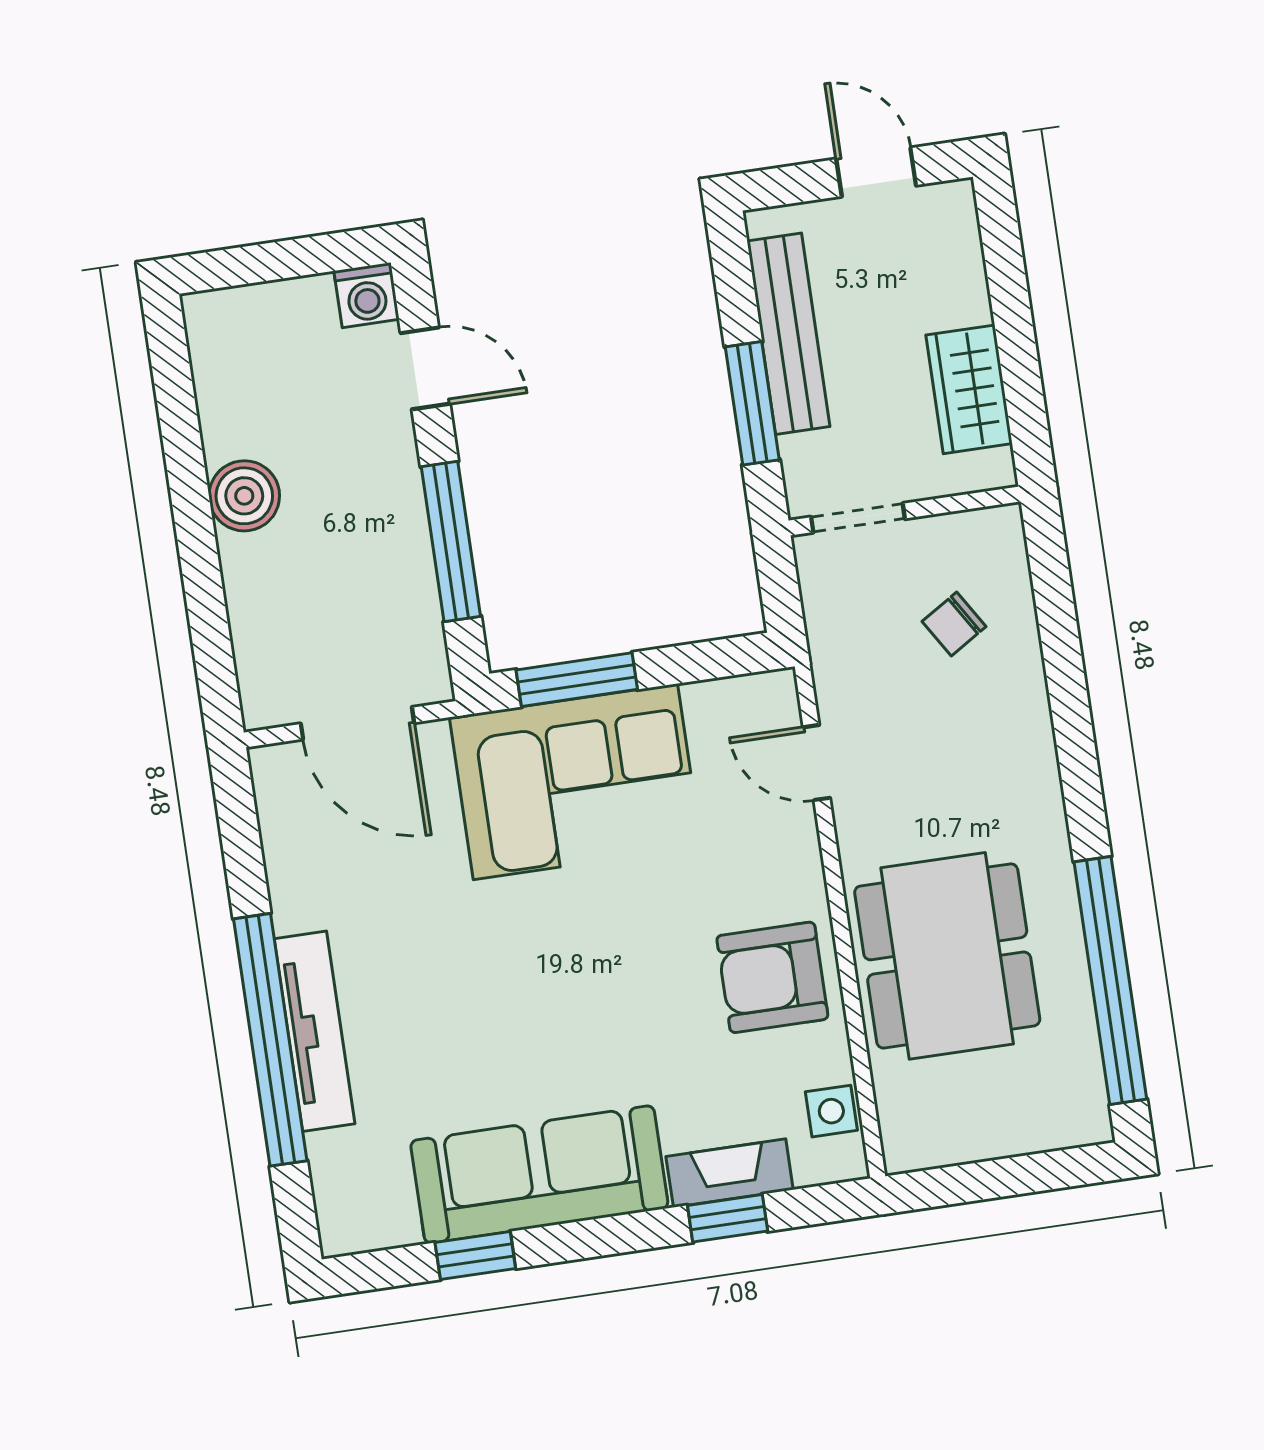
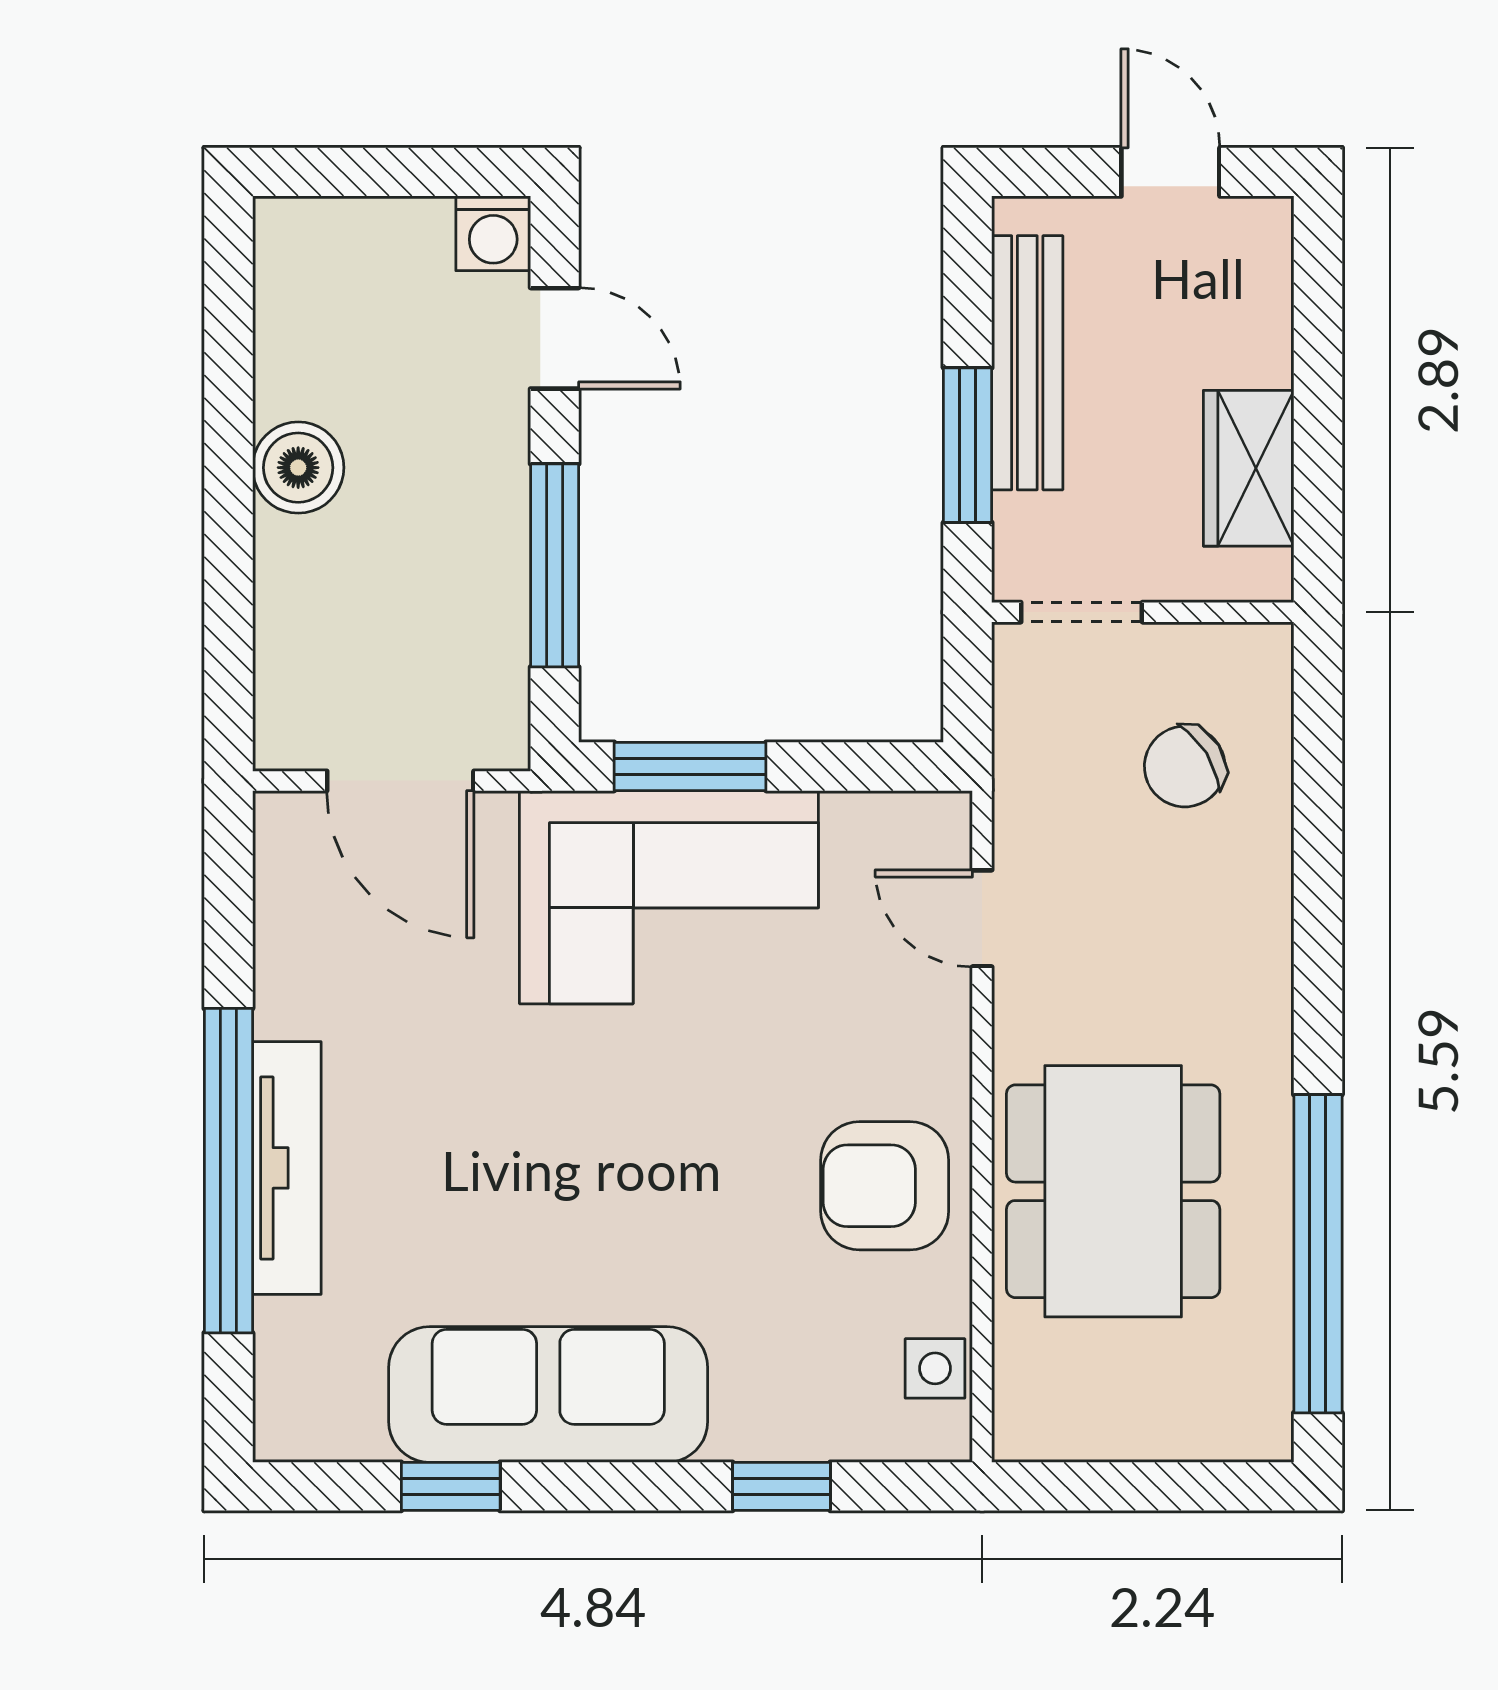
chair: (954, 624) -> (1185, 767), width x1.37, depth x1.37
fireplace: (730, 1173) -> (793, 1429), removed

